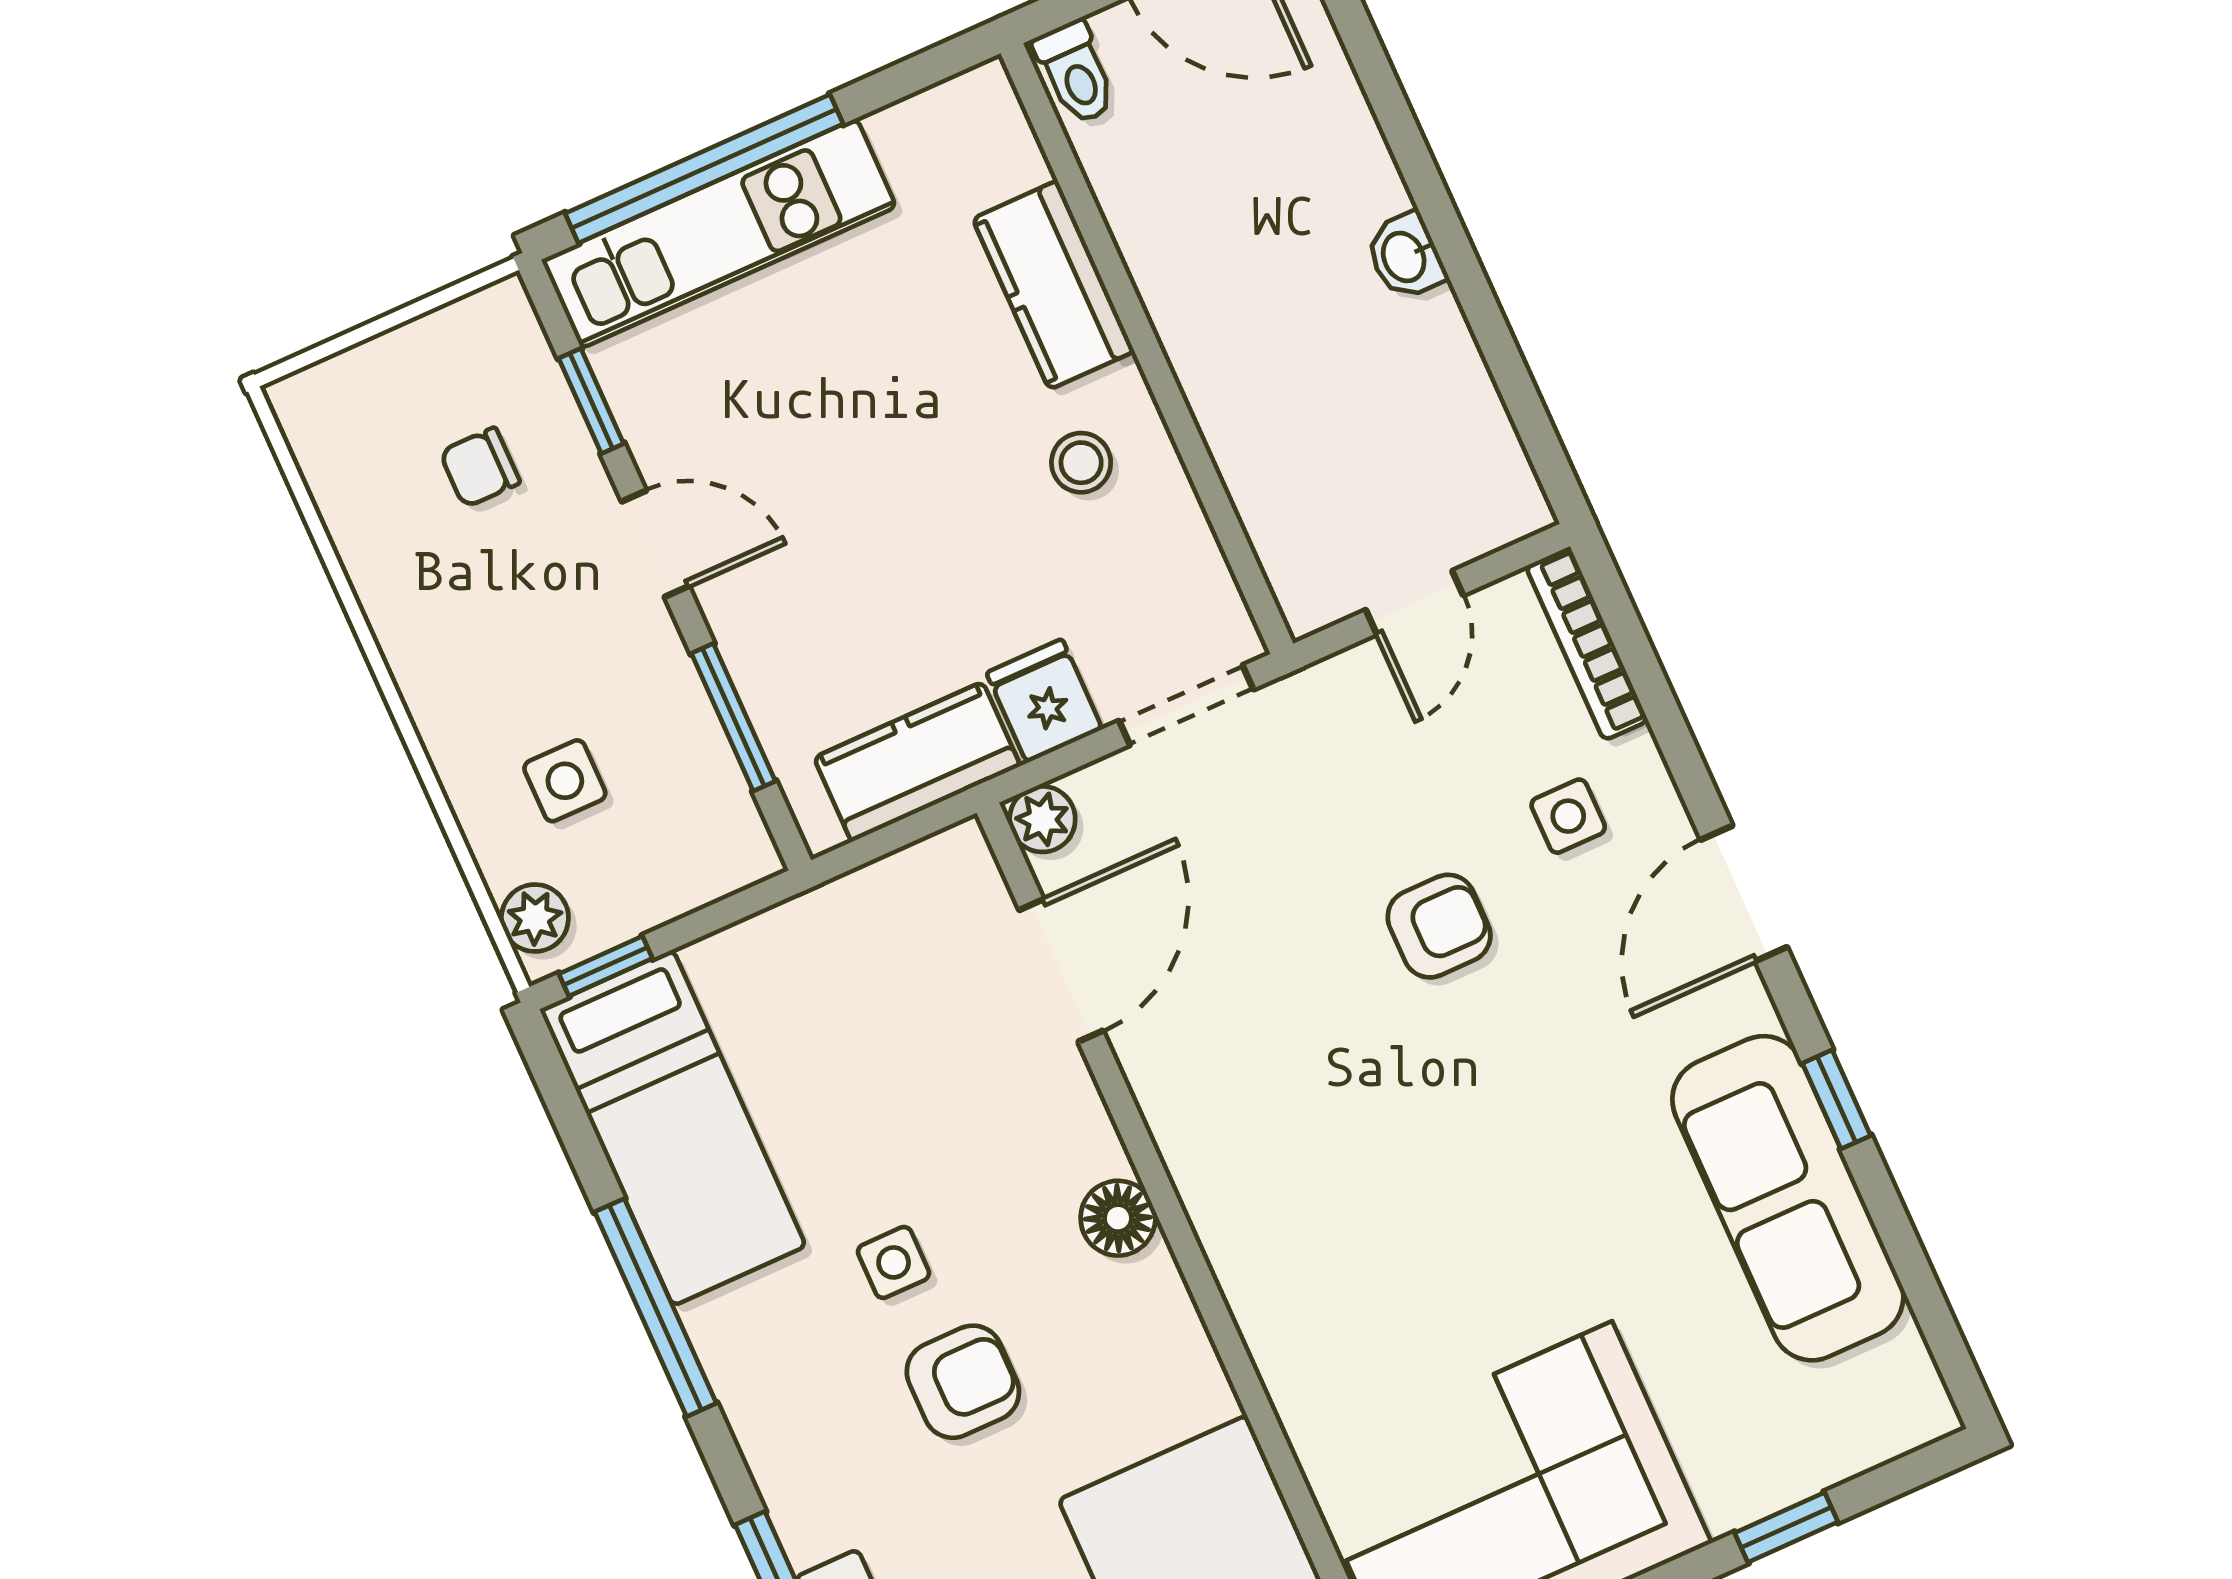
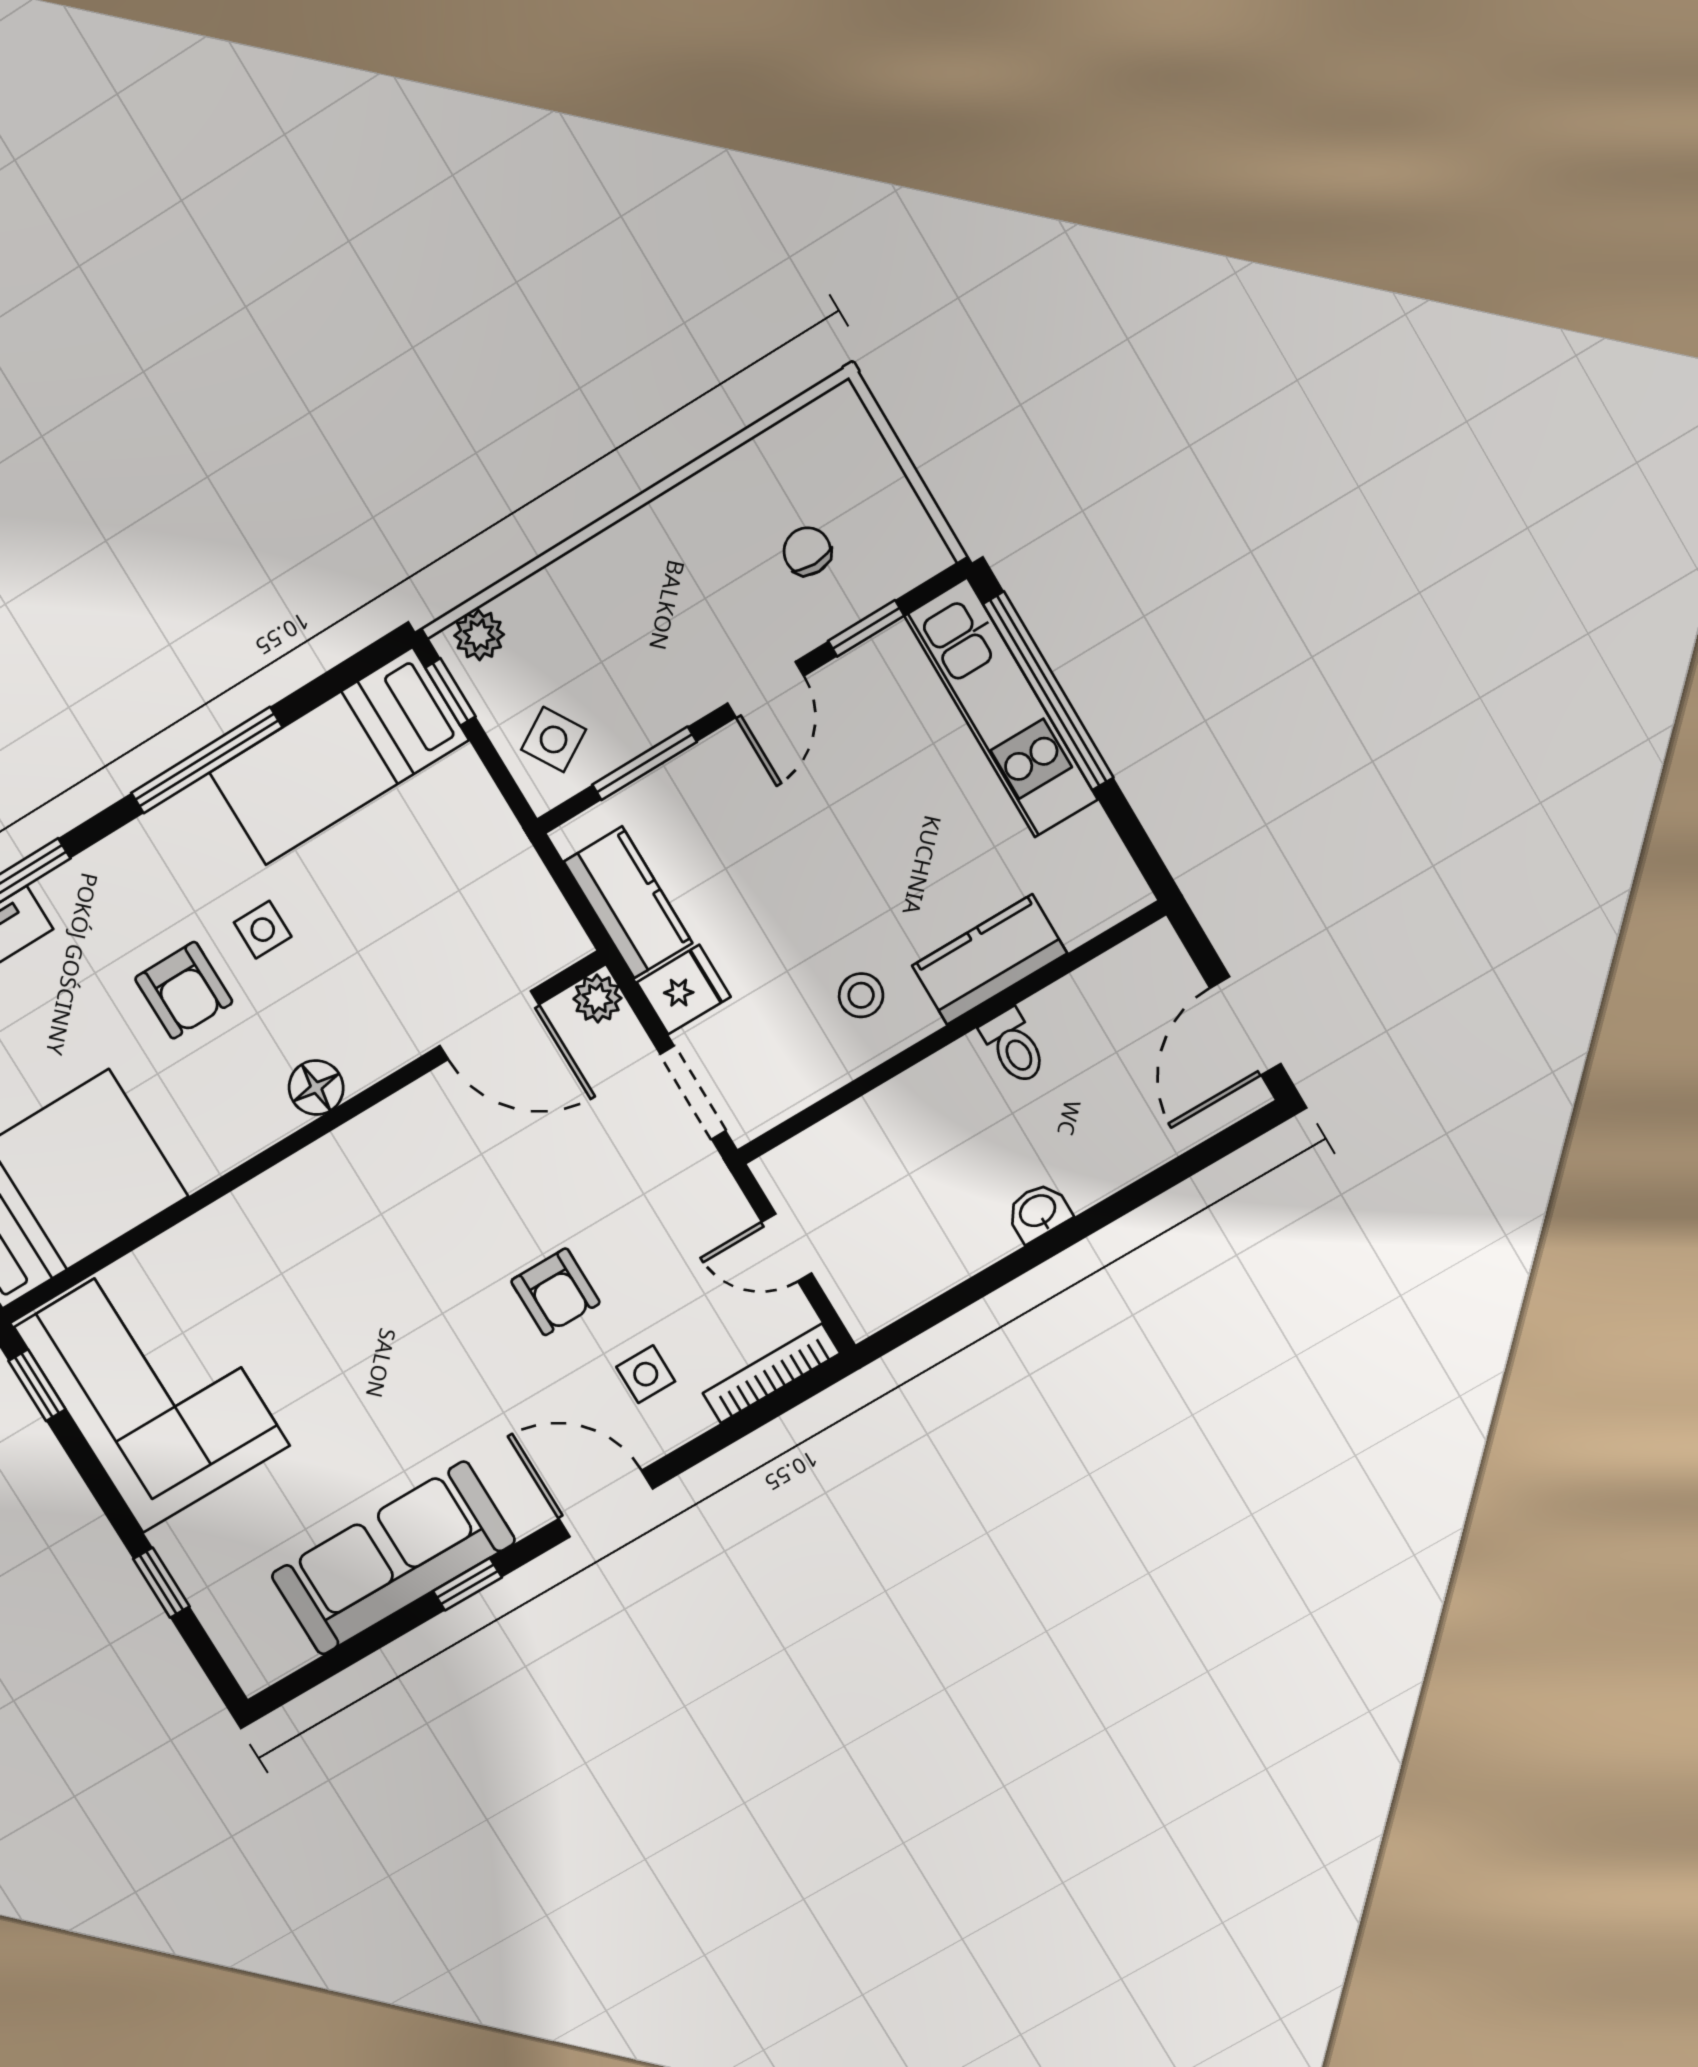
toilet: (1076, 72) -> (1014, 1047), moved, turned -90
side table: (565, 781) -> (554, 739), moved, turned -31

